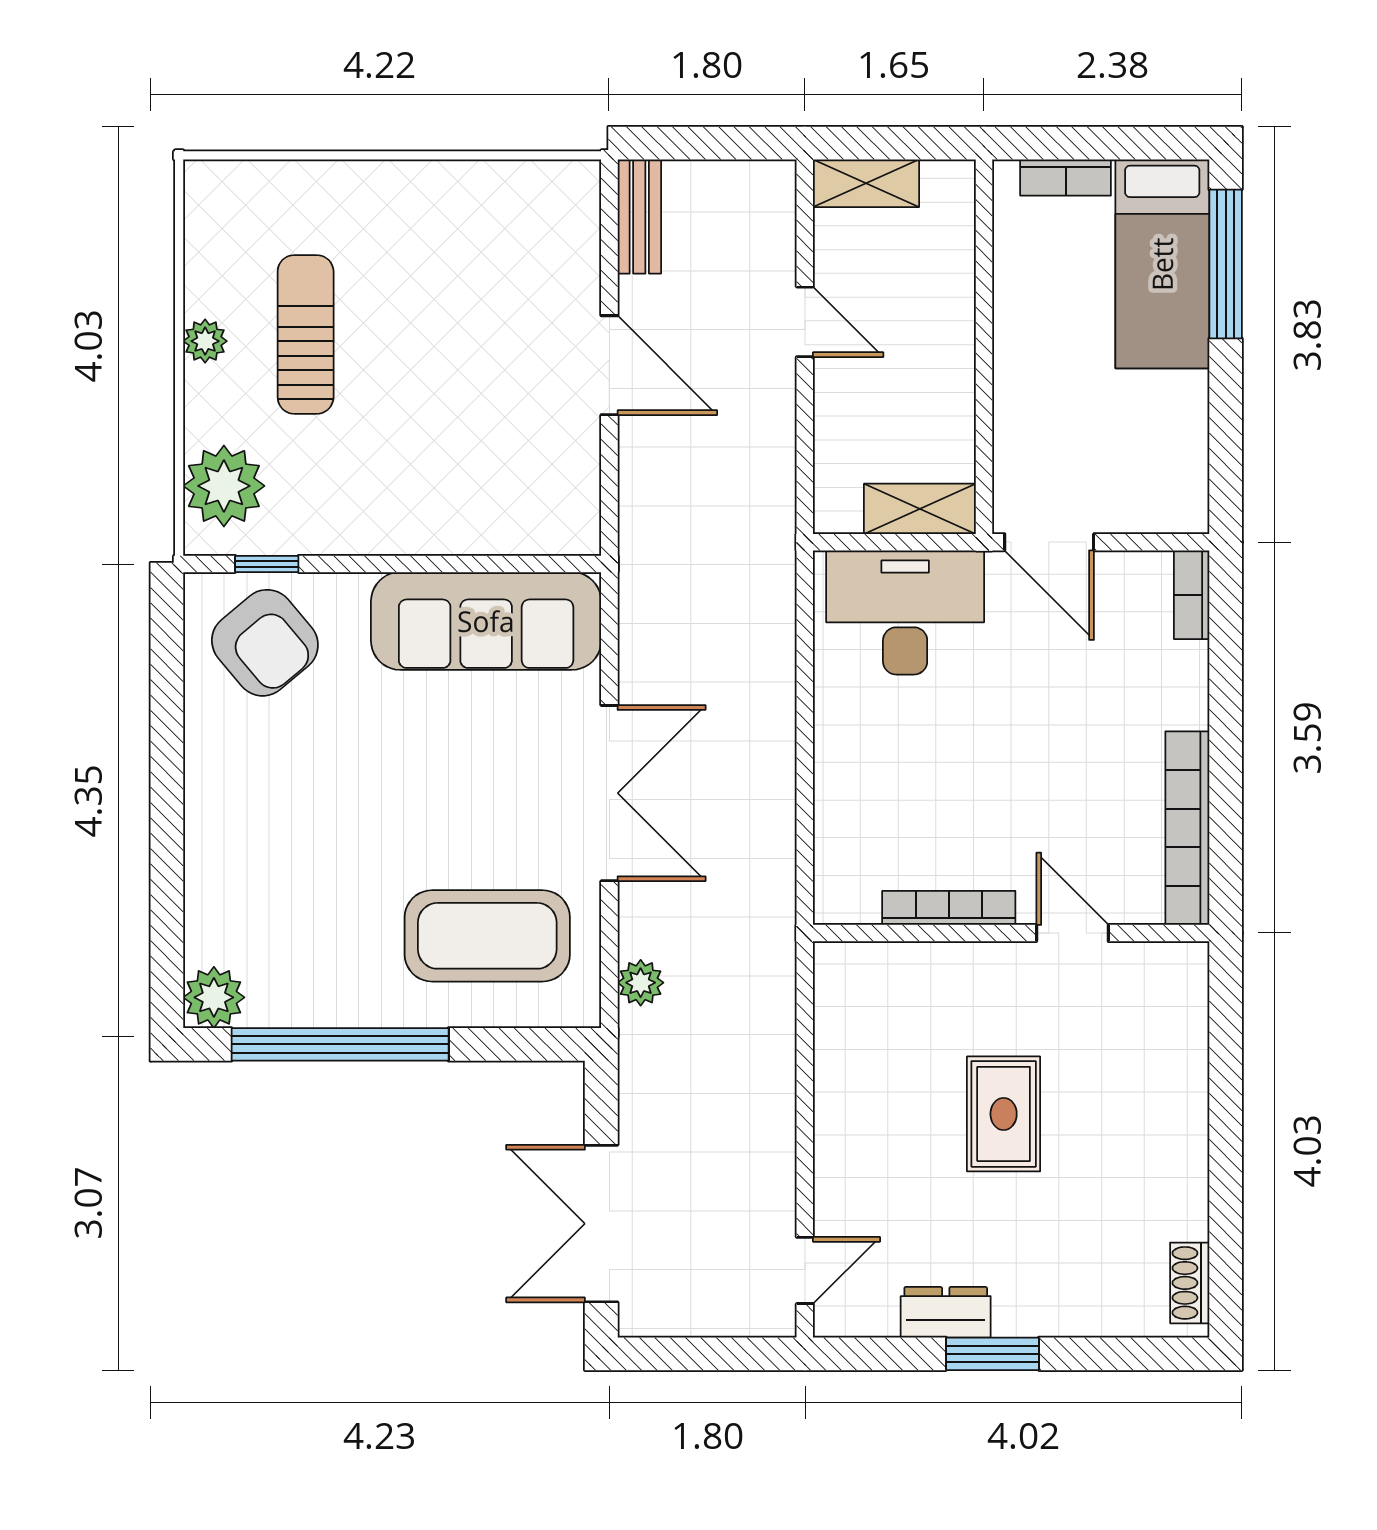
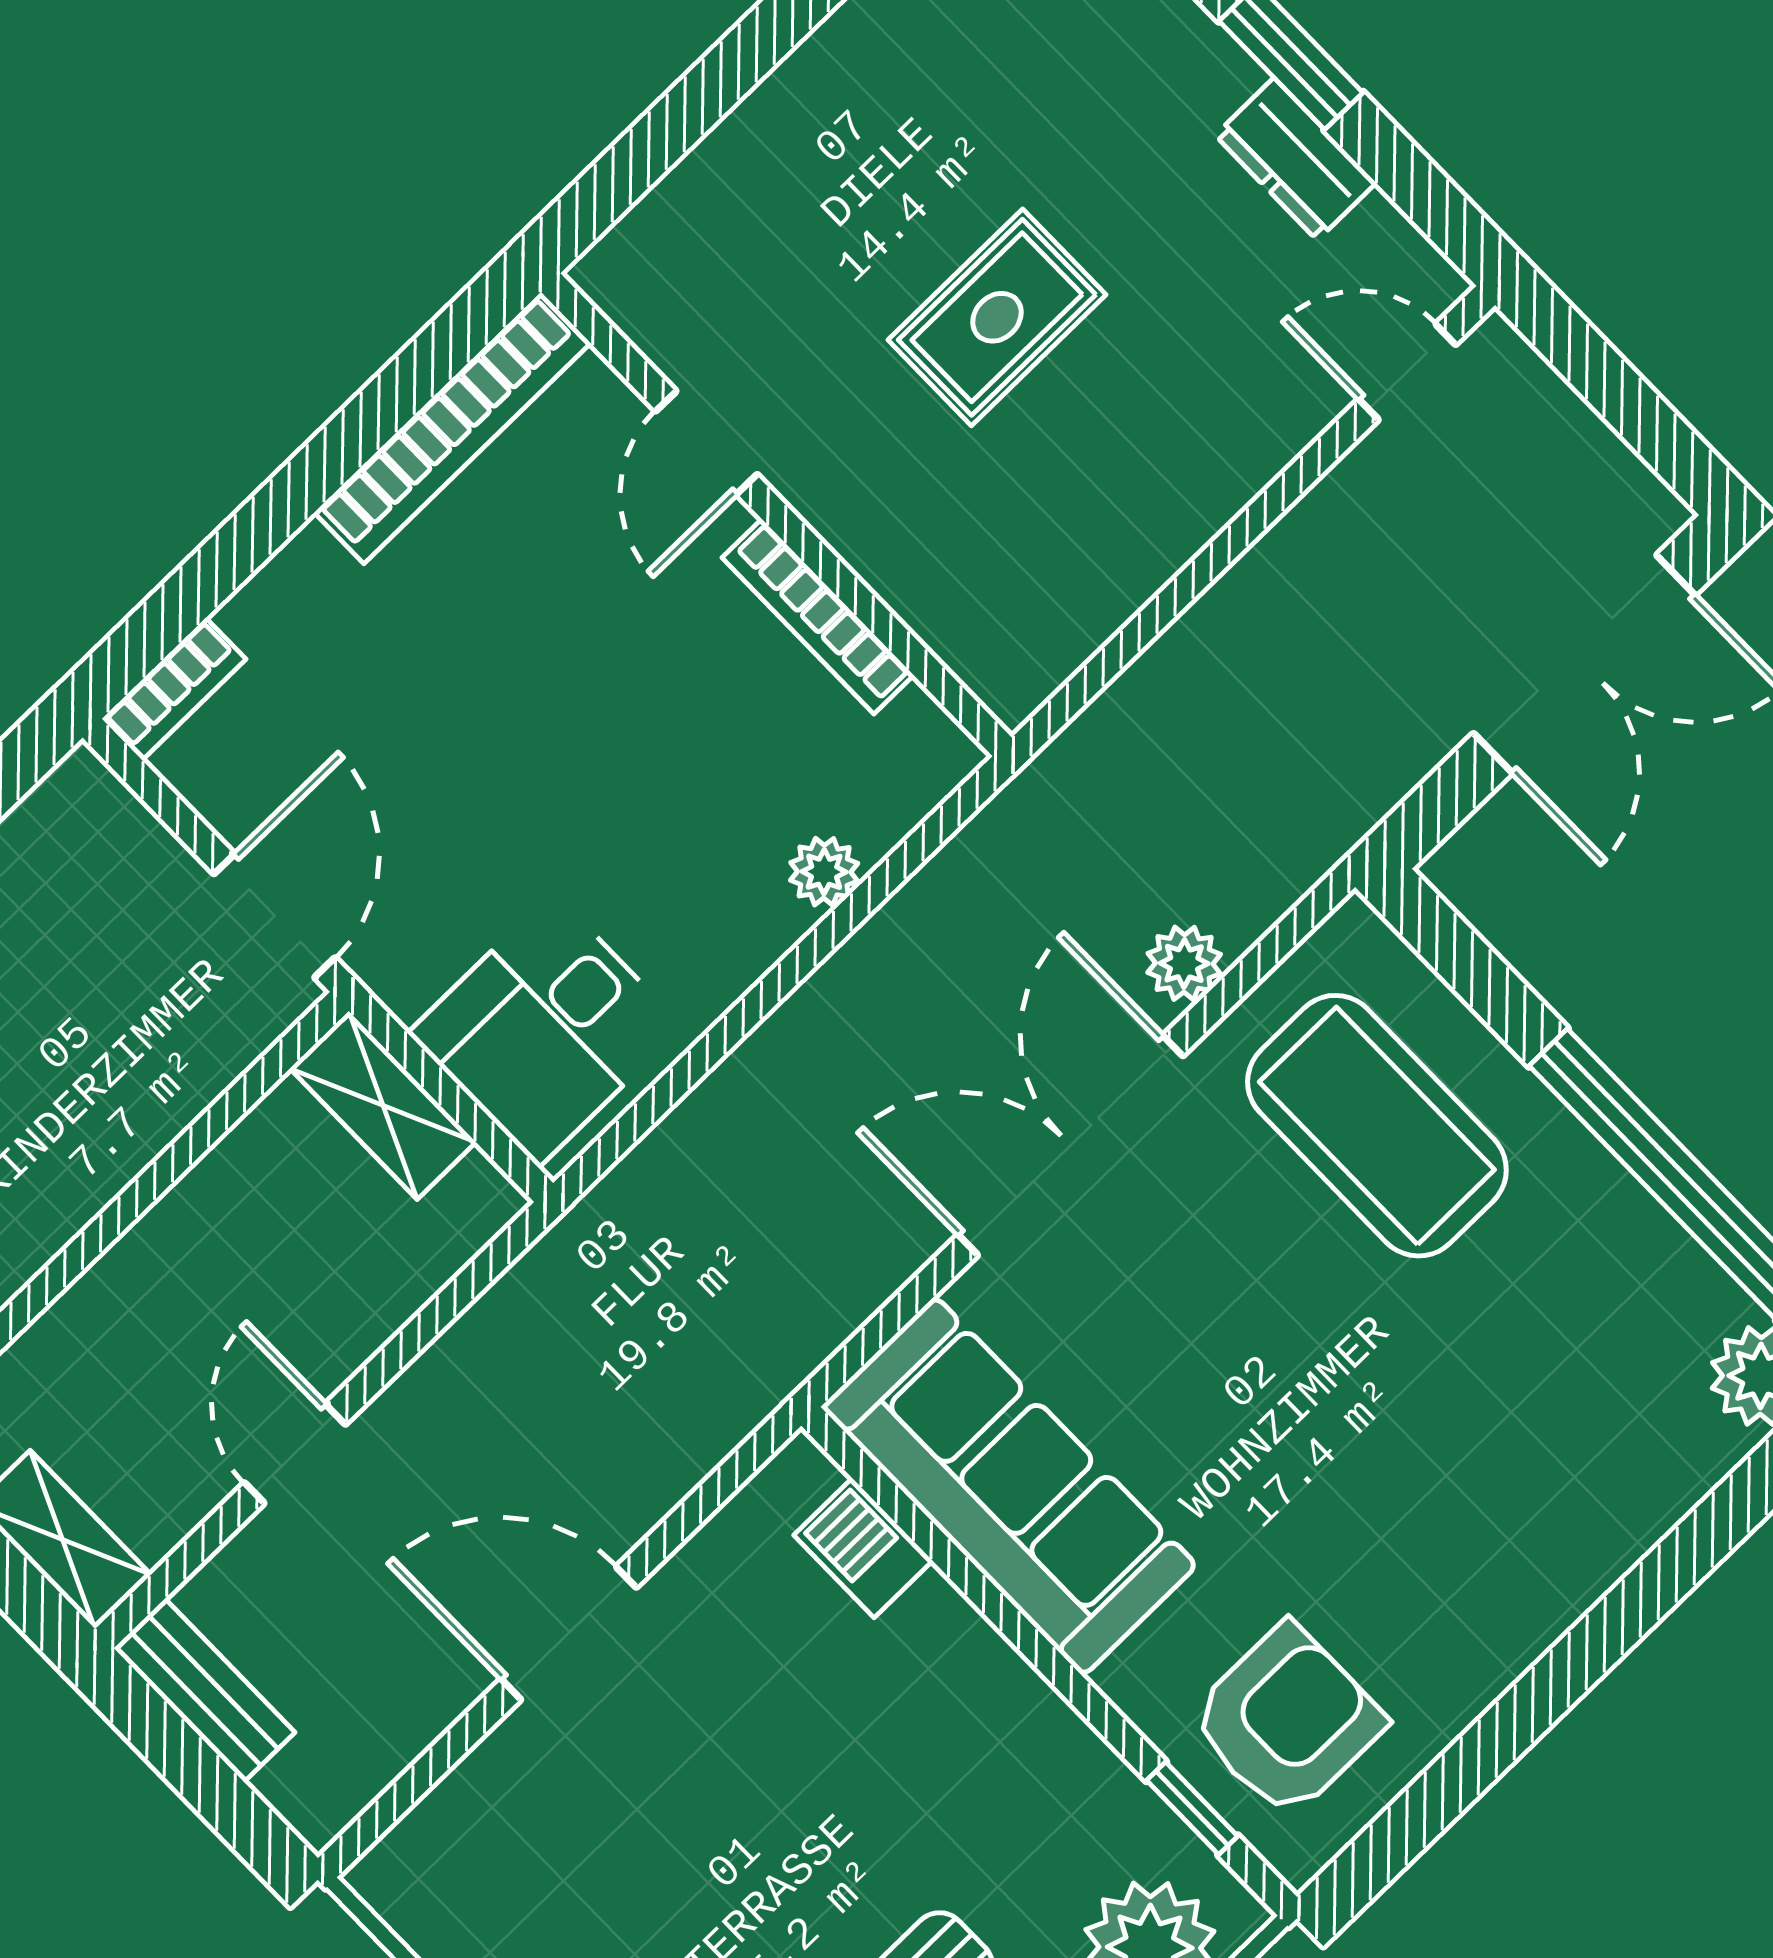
bench: (639, 217) -> (204, 1690), moved, turned 90
door: (609, 365) -> (569, 1633), hinge flipped
barbecue: (521, 531) -> (863, 1548), added
desk: (905, 612) -> (546, 1030), width x0.73
armchair: (265, 643) -> (1287, 1721), turned 40
plant: (834, 802) -> (824, 872), added
plant: (641, 983) -> (1184, 963), moved

